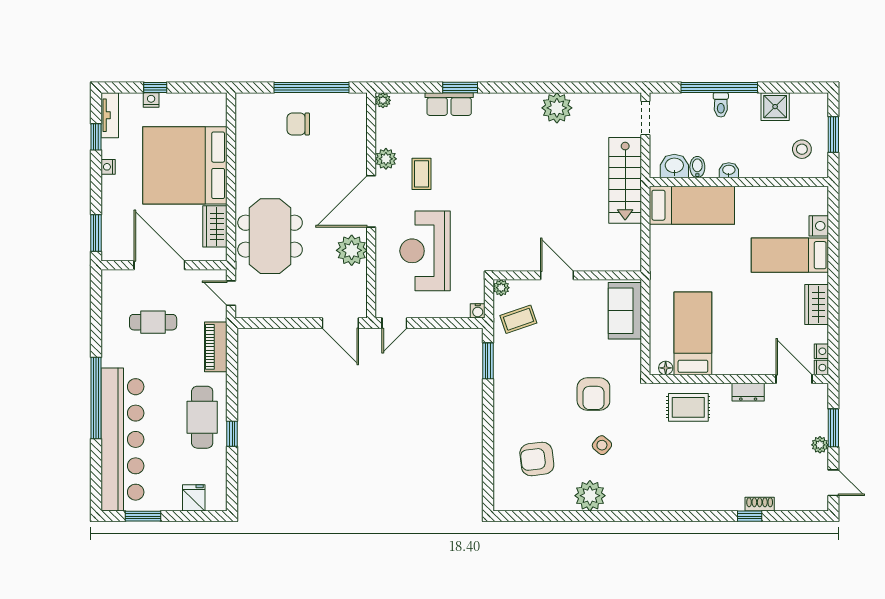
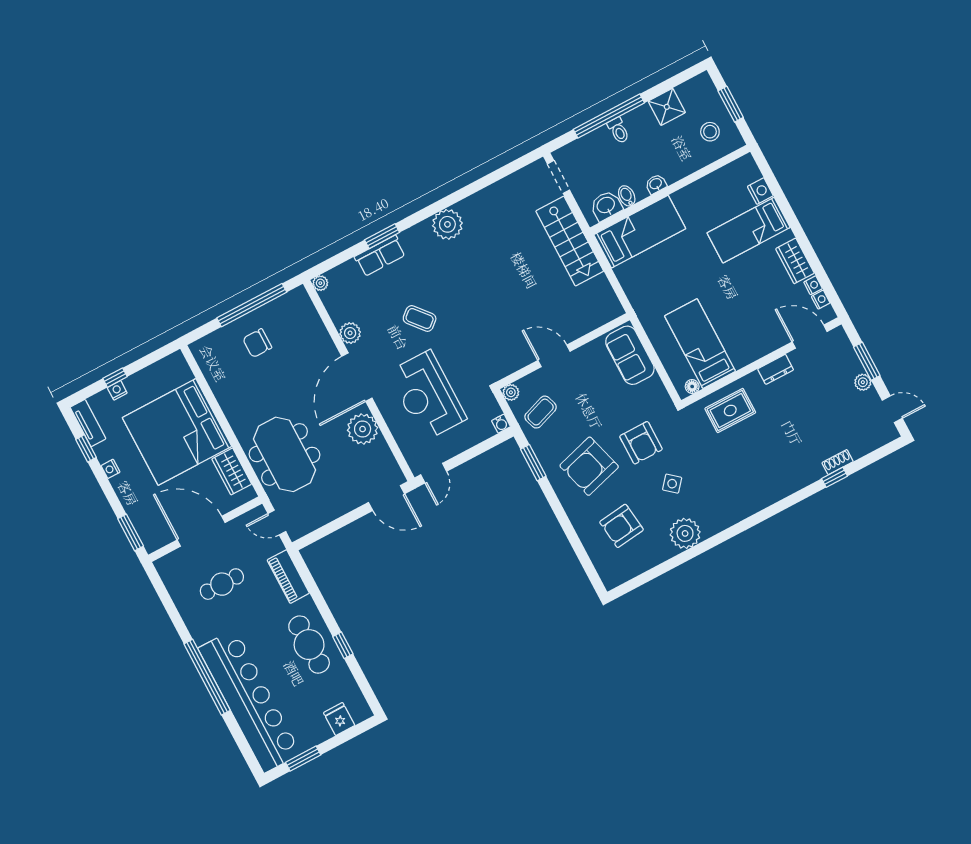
plant: (557, 108) -> (447, 224), moved
coffee table: (421, 174) -> (420, 319), moved, turned -40
nightstand: (821, 368) -> (813, 285), moved
armchair: (536, 390) -> (589, 466), added

